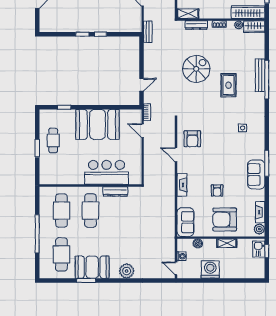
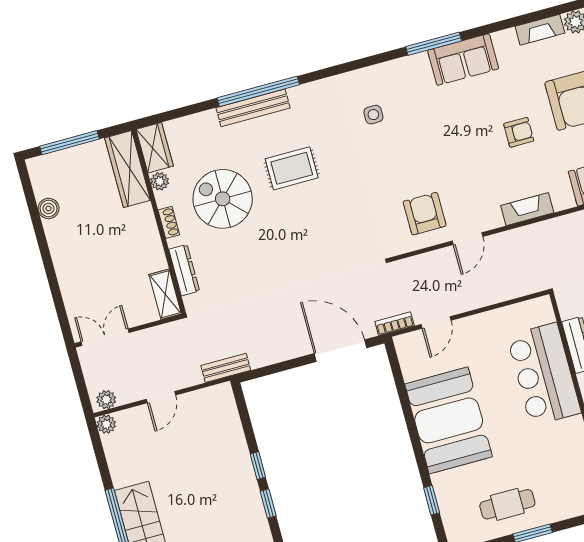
spiral stairs: (196, 69) -> (223, 199), moved
door: (142, 85) -> (340, 351), width x1.88
armchair: (192, 139) -> (425, 214), turned -90

